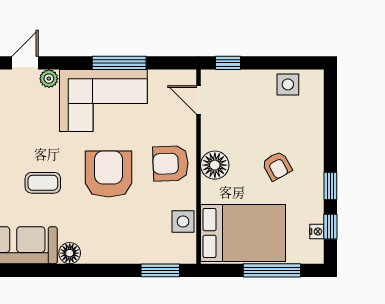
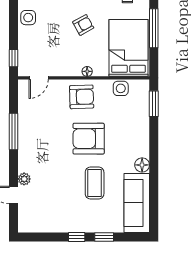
corner sofa: (103, 101) -> (39, 142), removed
armchair: (170, 164) -> (82, 97), turned -90
floor lamp: (215, 165) -> (87, 71), width x0.53, depth x0.53
coffee table: (43, 183) -> (95, 183), width x1.36, depth x1.30

